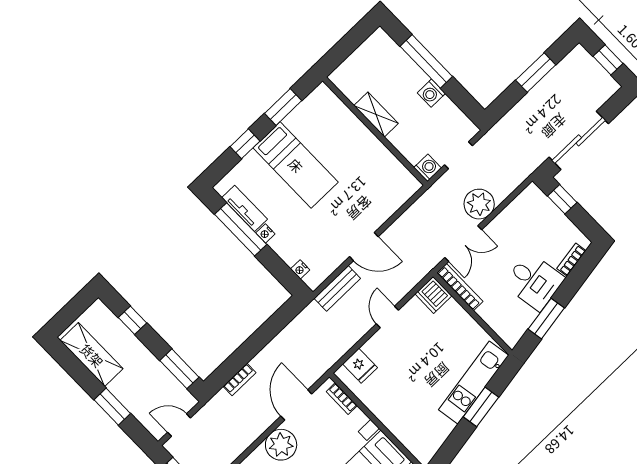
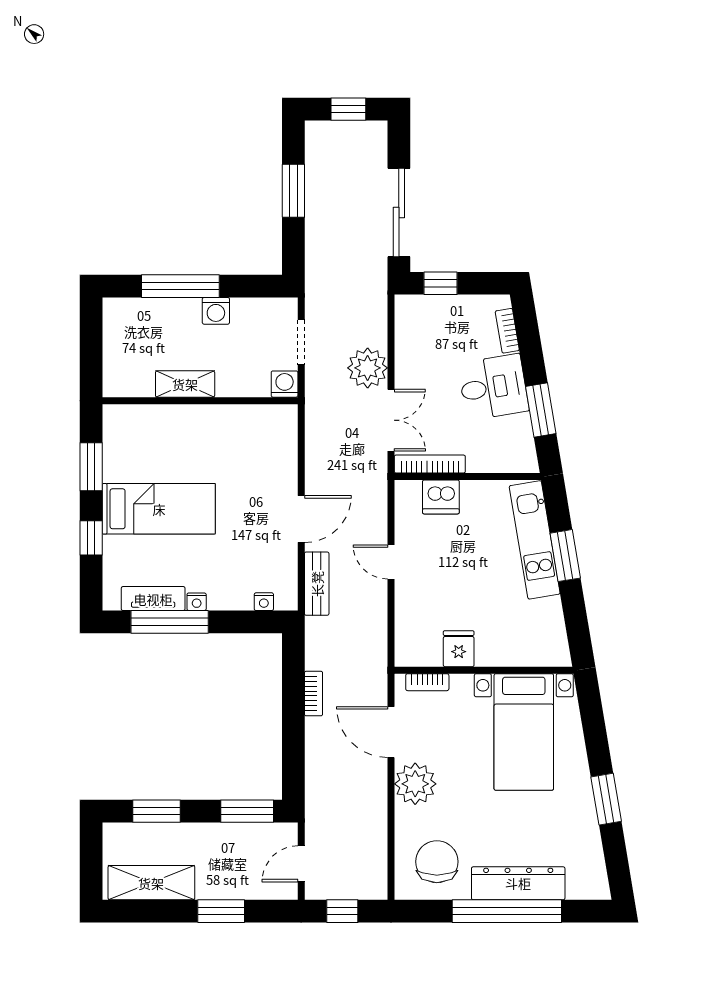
dishwasher: (433, 295) -> (441, 497), moved
window: (132, 320) -> (156, 811), width x1.50
fridge: (360, 366) -> (459, 649), moved, turned -90
bookcase: (239, 380) -> (313, 694), moved

